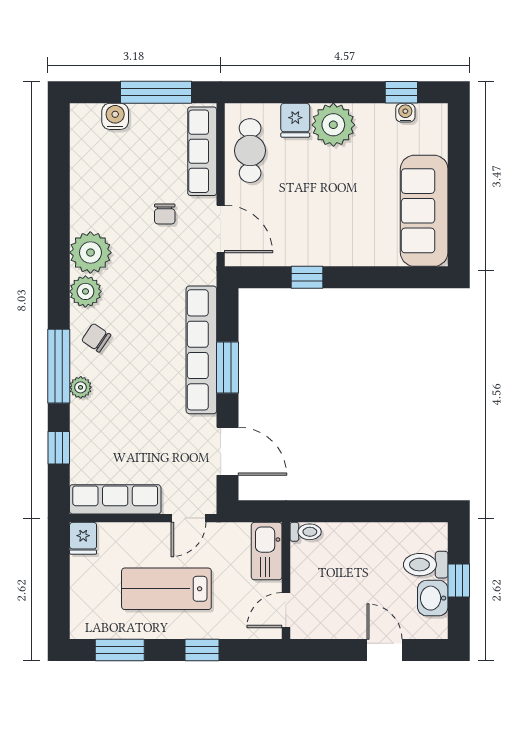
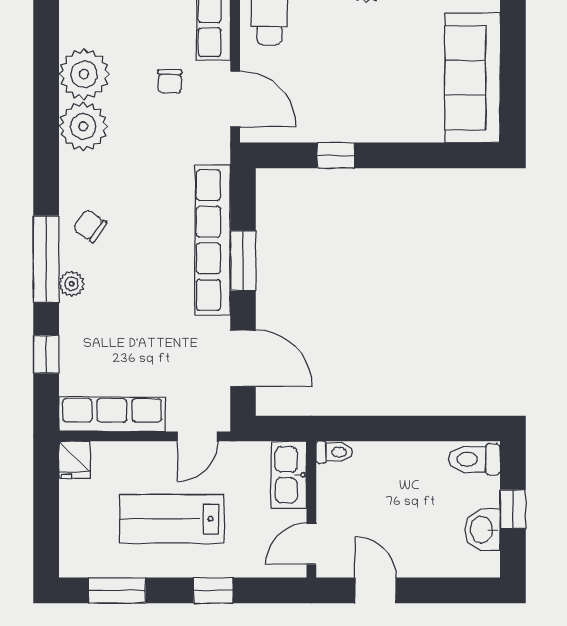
plant: (85, 291) -> (84, 74), moved, width x1.36, depth x1.36
toilet: (426, 565) -> (474, 459), moved
door: (384, 650) -> (375, 590), moved

